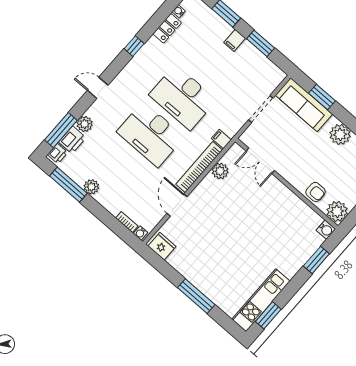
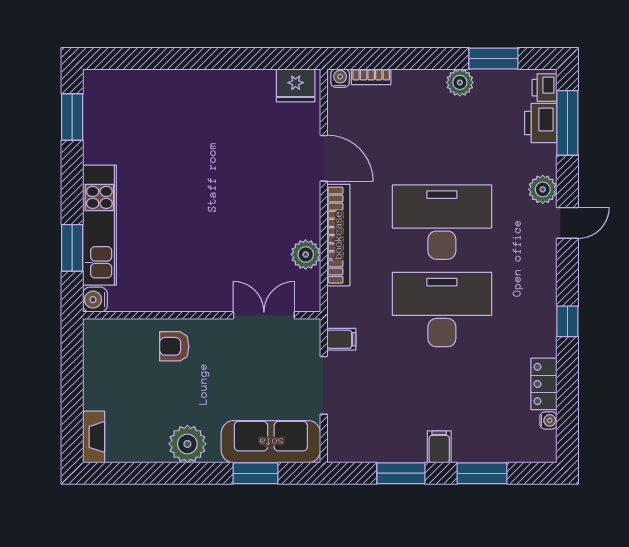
plant: (85, 124) -> (543, 189), moved
filing cabinet: (221, 139) -> (341, 339), moved
window: (68, 185) -> (493, 58), width x0.69
armchair: (316, 192) -> (174, 346), moved
plant: (337, 211) -> (101, 337), removed
window: (196, 296) -> (191, 58), removed
kitchen unit: (261, 300) -> (99, 225), moved

